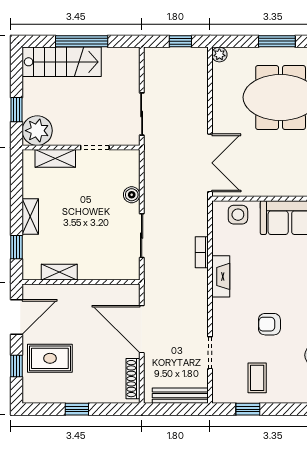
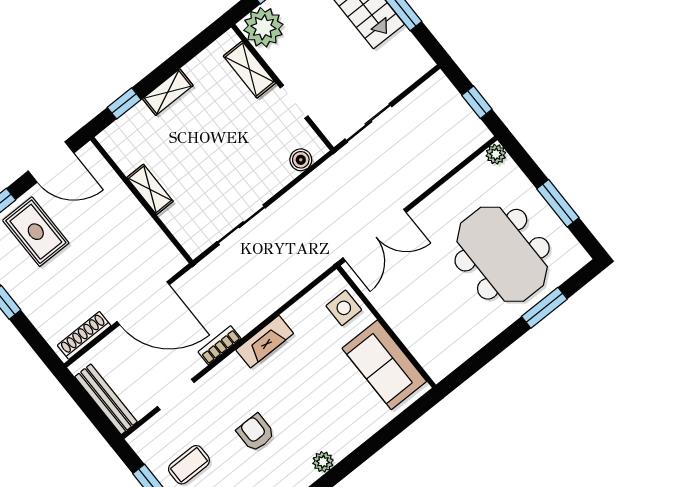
boiler: (132, 195) -> (301, 160), moved
bookcase: (202, 252) -> (220, 345), moved
shelving: (59, 272) -> (150, 189), moved
door: (142, 329) -> (143, 303), swing flipped

